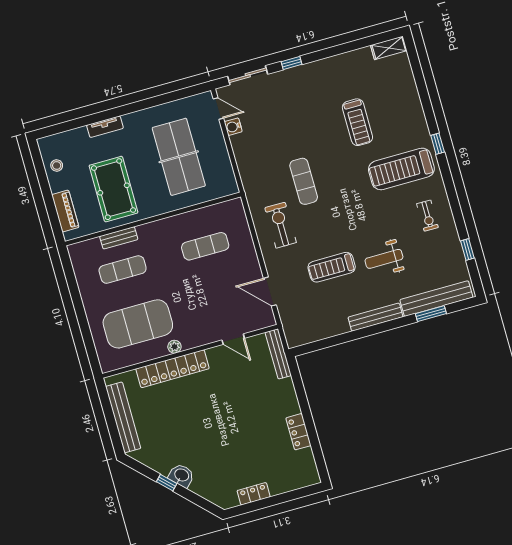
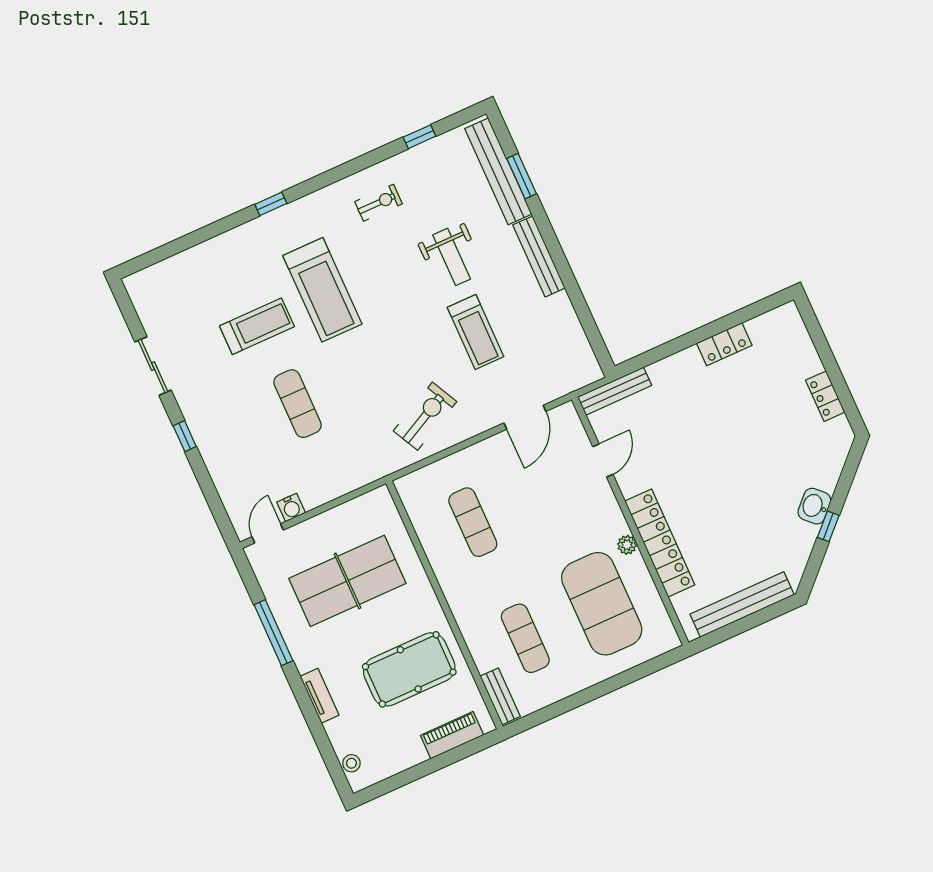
shelving: (389, 48) -> (141, 297), removed
sliding door: (248, 75) -> (153, 366), moved
window: (152, 102) -> (273, 633), added
stool: (57, 166) -> (351, 763), moved
treadmill: (401, 169) -> (322, 290), moved
exercise mat: (304, 181) -> (298, 404), moved, turned 90
exercise bike: (281, 225) -> (425, 416), turned 153
bench: (119, 238) -> (500, 696), moved

